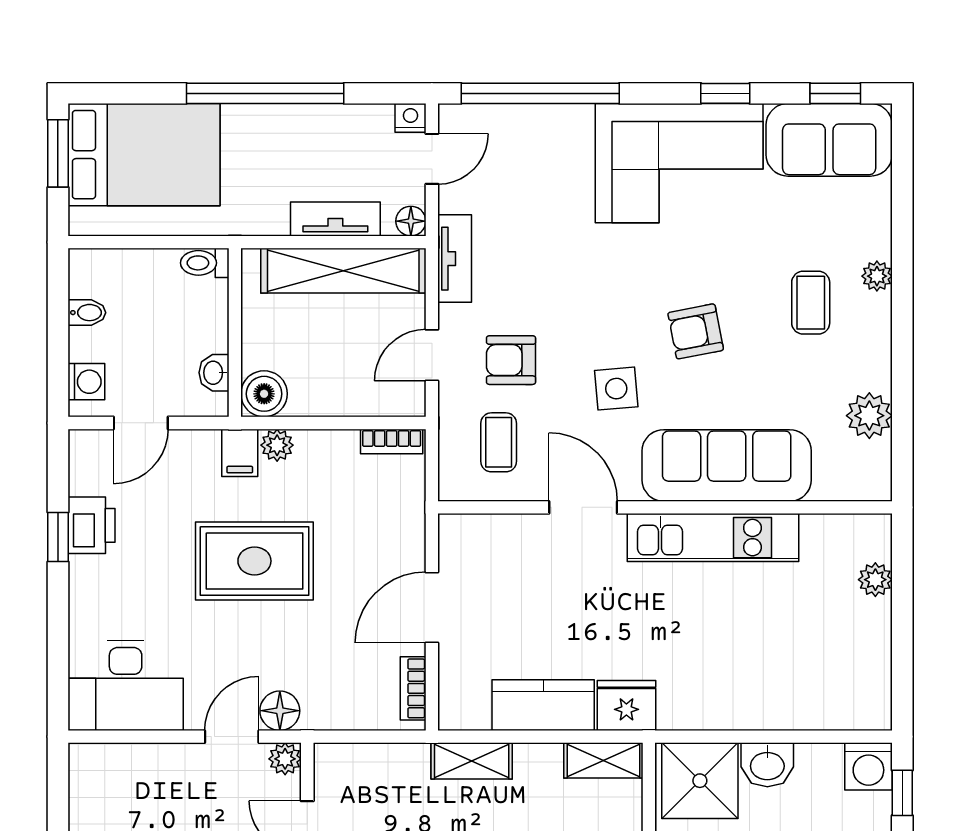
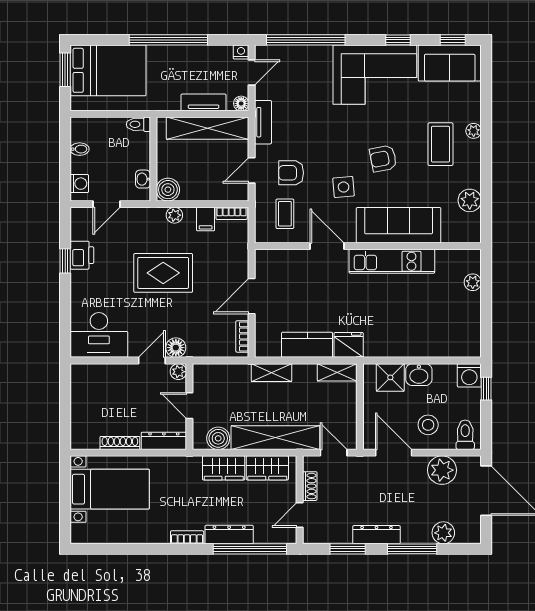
coffee table: (811, 303) -> (440, 144), width x1.36, depth x1.30
filing cabinet: (240, 453) -> (206, 219), moved
shower: (700, 781) -> (390, 377), width x0.73, depth x0.73

